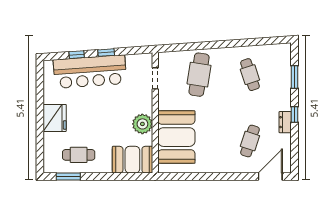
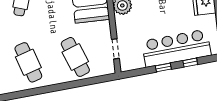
cafe table: (199, 75) -> (75, 57), turned -30
cafe table: (250, 75) -> (28, 62), width x1.37, depth x1.35

